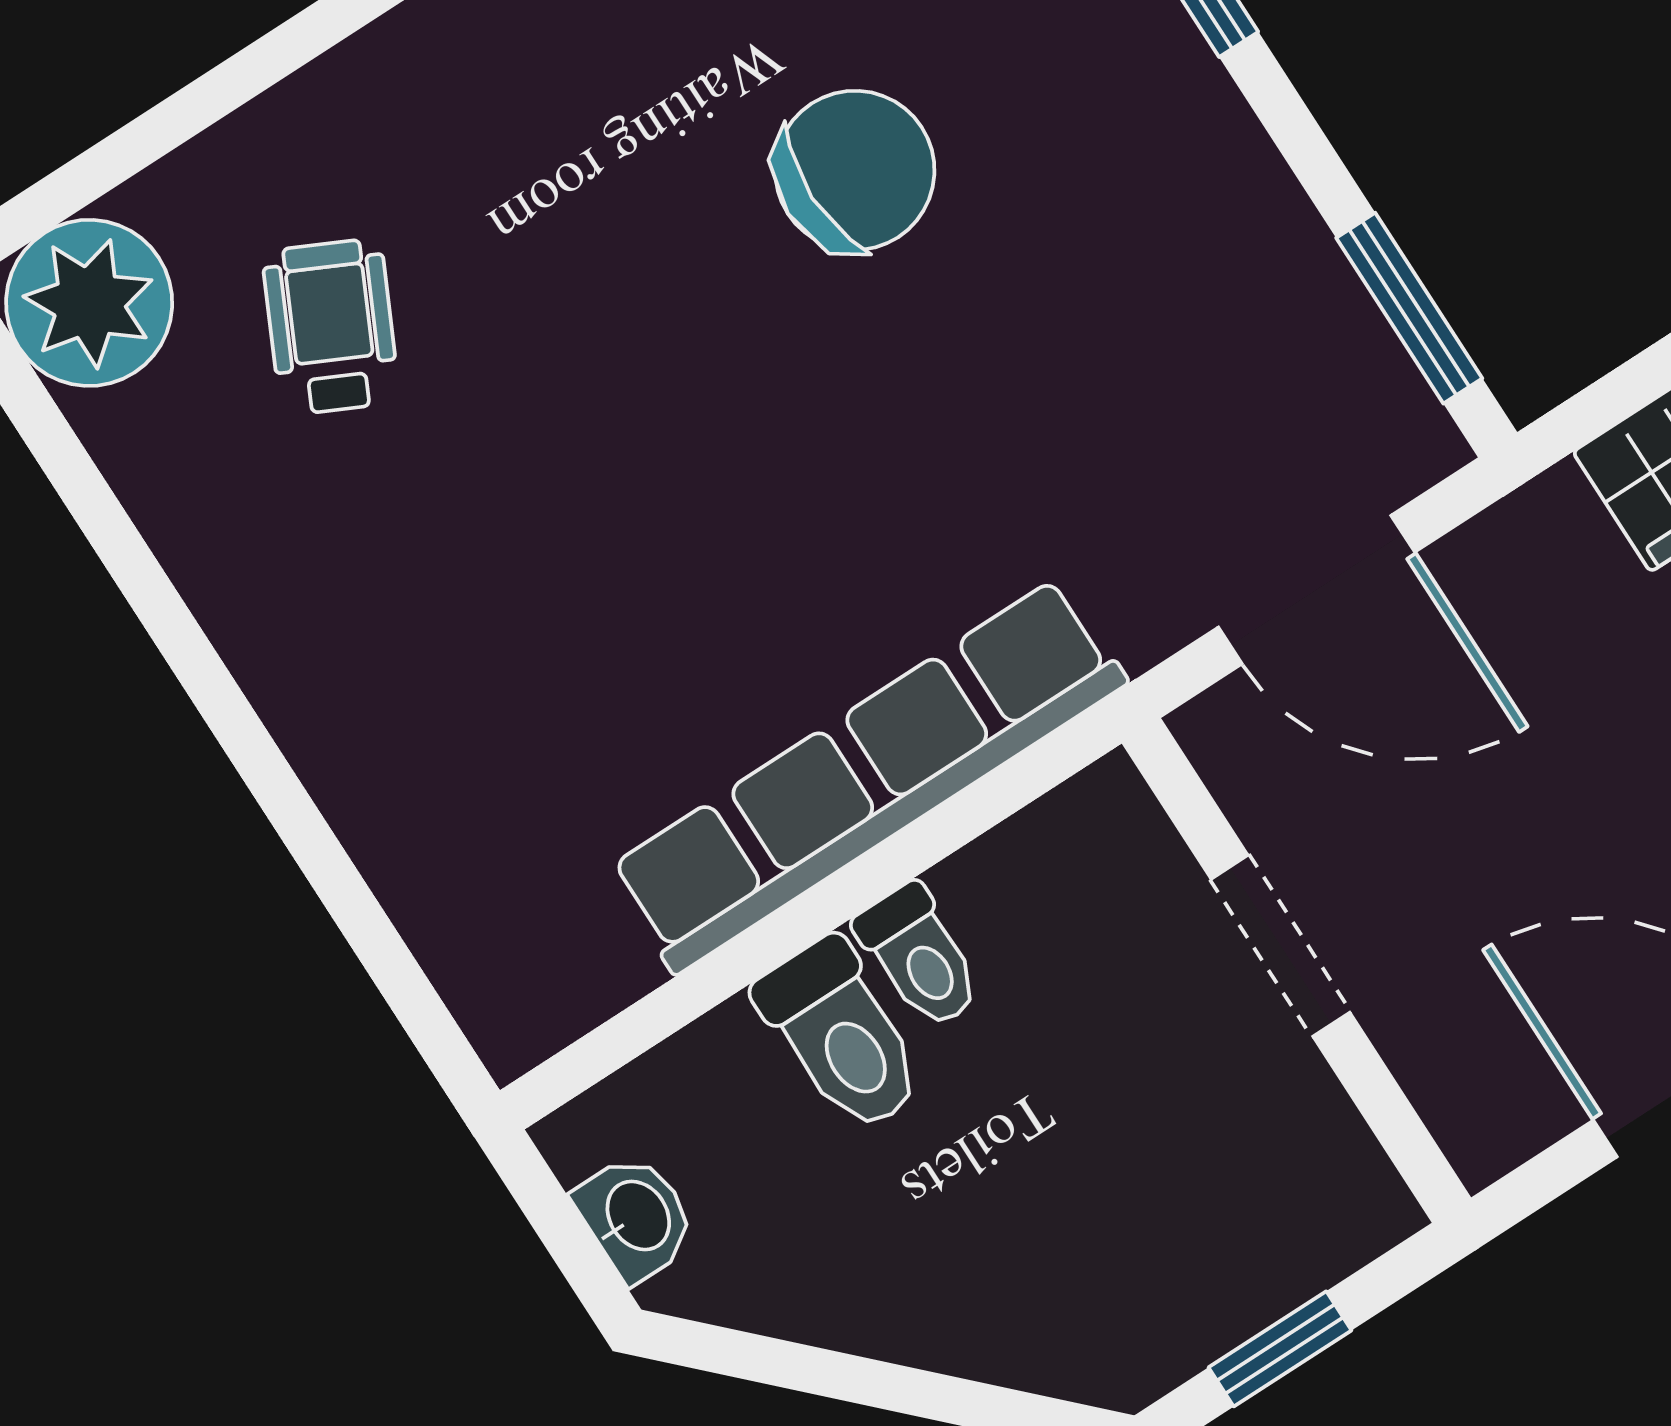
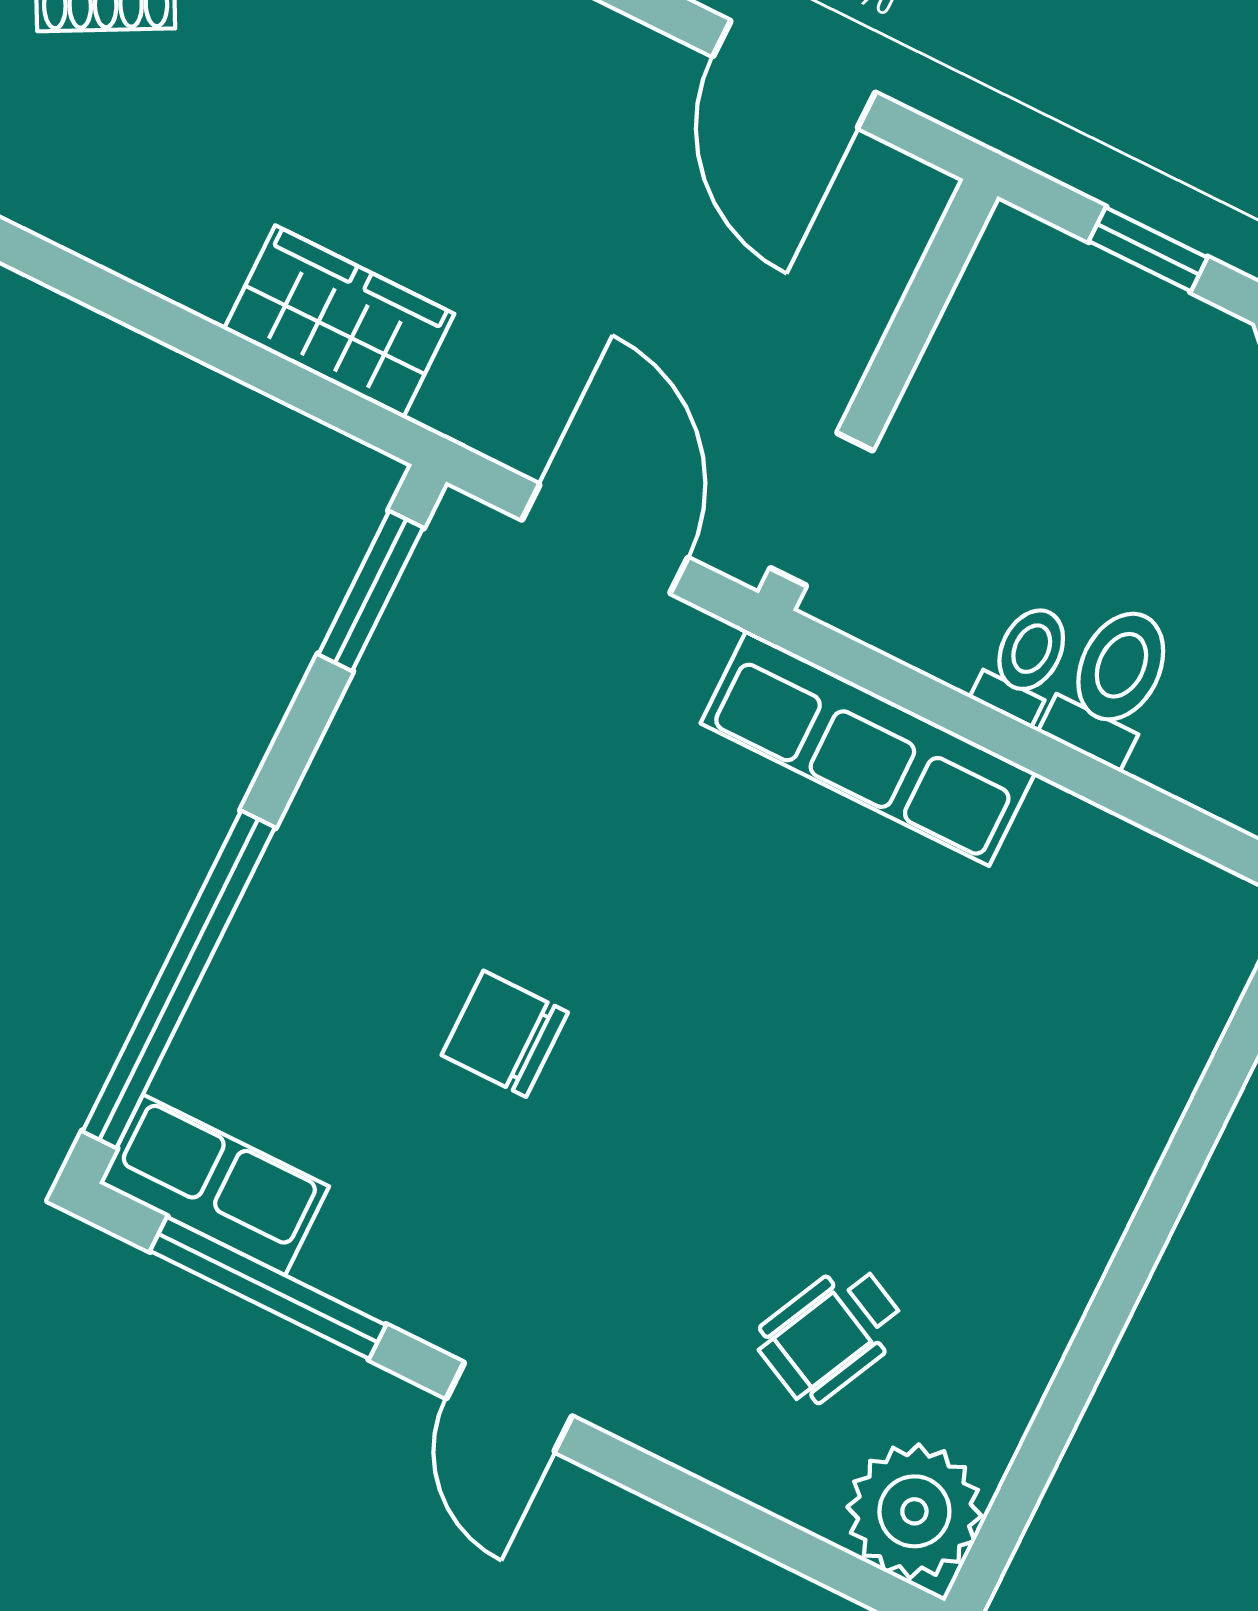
chair: (855, 170) -> (505, 1034), width x0.73, depth x0.73
row of seats: (867, 776) -> (868, 748), width x0.73
doorway: (1280, 946) -> (822, 509), moved

